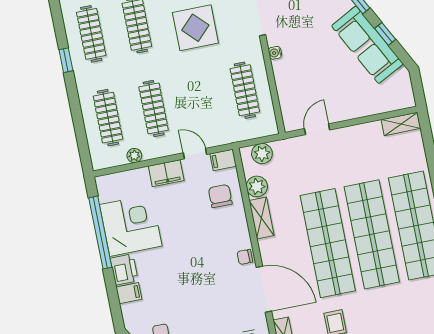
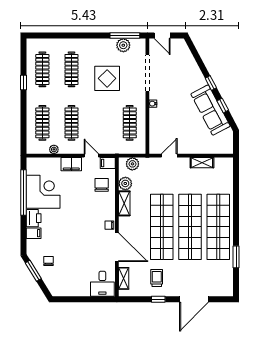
shelving: (401, 124) -> (202, 163), moved

